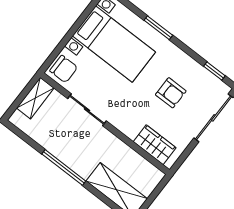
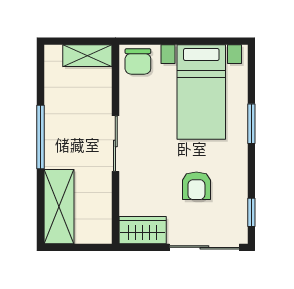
sliding door: (87, 110) -> (115, 144), moved
wardrobe: (155, 145) -> (143, 230), moved, turned -90

